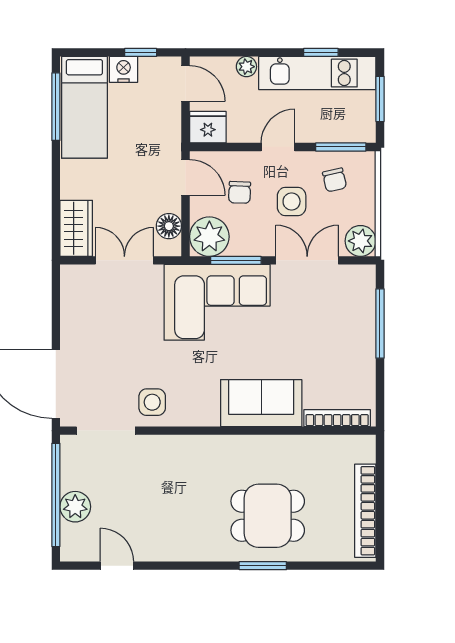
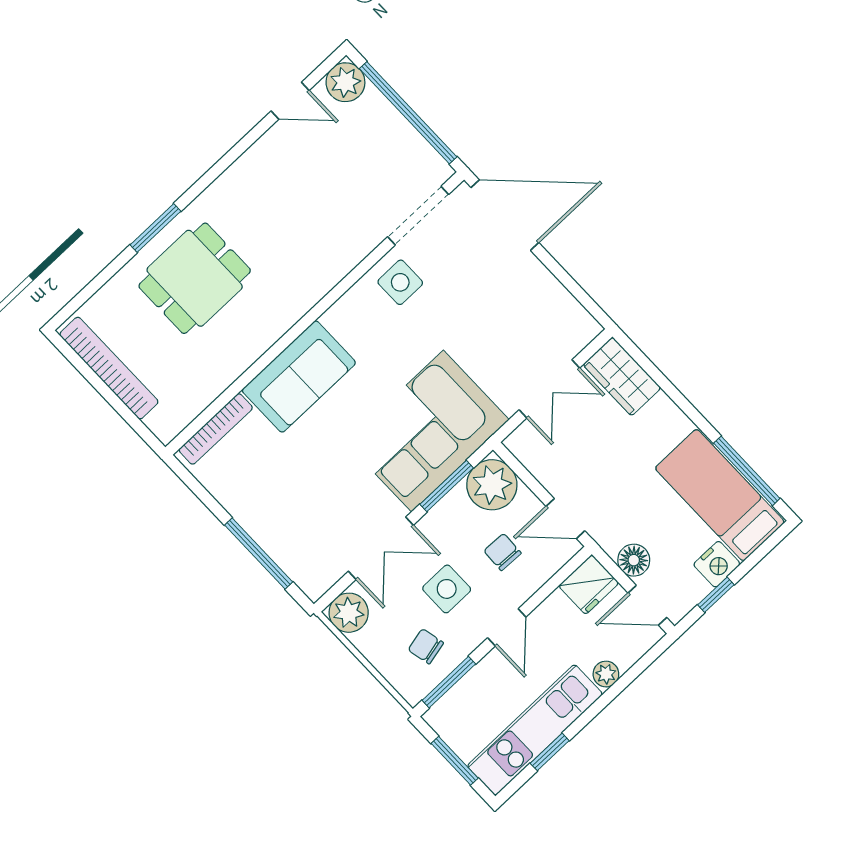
floor lamp: (169, 226) -> (634, 560), moved
plant: (75, 507) -> (345, 82), moved

